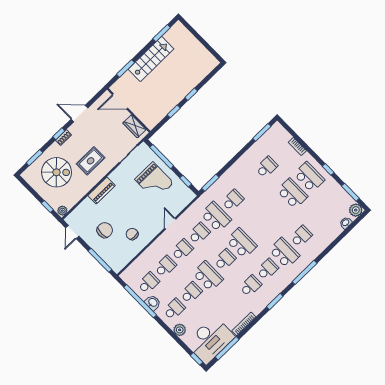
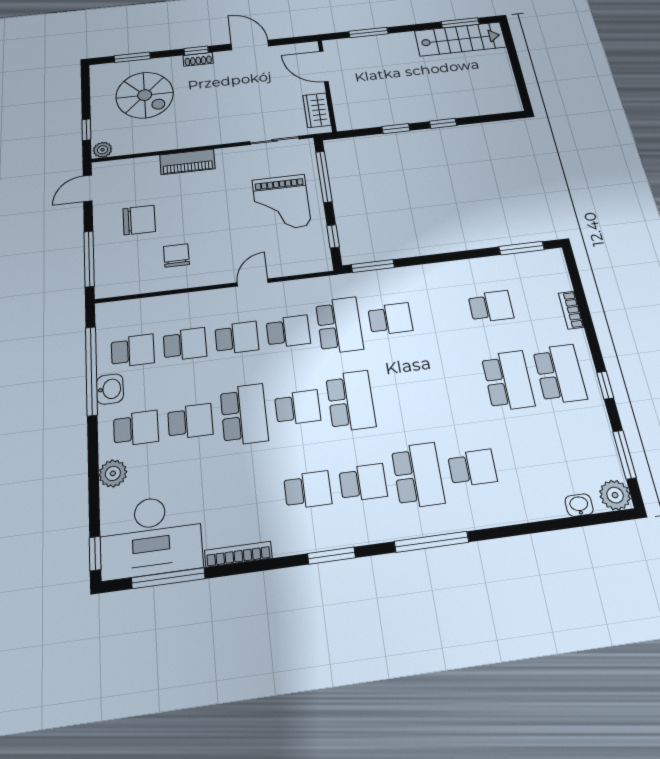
stairs: (151, 59) -> (460, 39), moved
rug: (91, 161) -> (209, 113), removed

